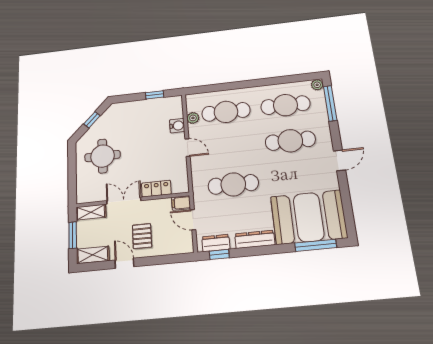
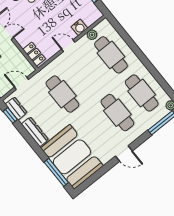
door: (188, 148) -> (68, 46), swing flipped
locker: (156, 189) -> (34, 54), moved
filing cabinet: (181, 203) -> (27, 68), removed
door: (193, 220) -> (21, 83), hinge flipped

